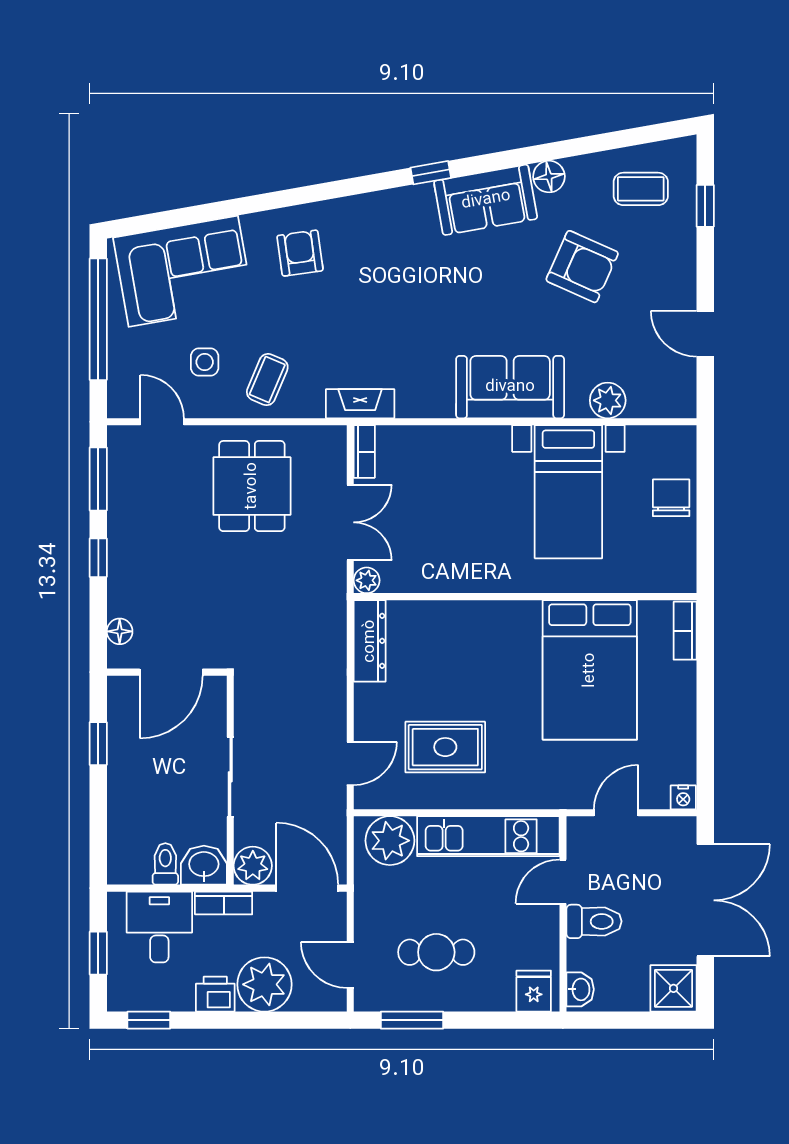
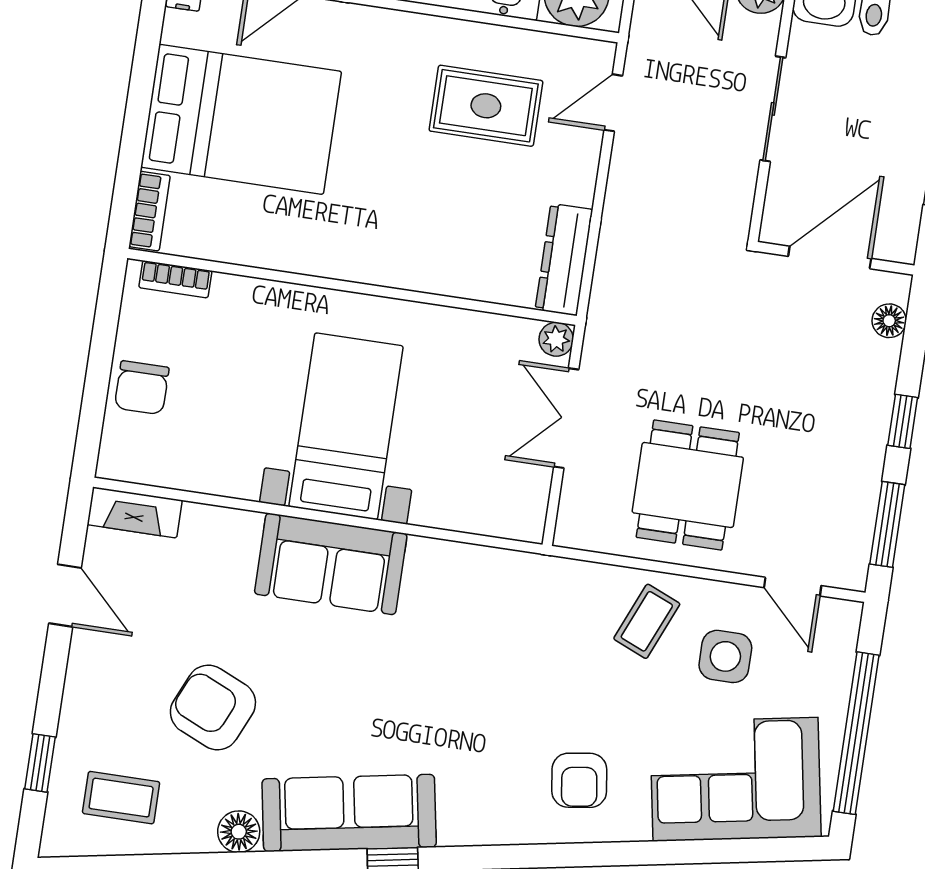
sofa: (486, 200) -> (349, 813), width x1.36
side table: (205, 362) -> (725, 656), width x1.37, depth x1.37
plant: (608, 400) -> (206, 527), removed
fireplace: (360, 404) -> (135, 512), moved
bookcase: (364, 452) -> (175, 279), moved, turned -90
bed with nightstands: (568, 492) -> (346, 426), moved
bed: (590, 670) -> (241, 119), moved, turned 90

